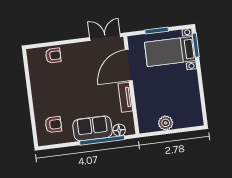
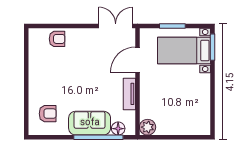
door: (129, 65) -> (137, 60), width x0.73
plant: (166, 123) -> (148, 127), moved

